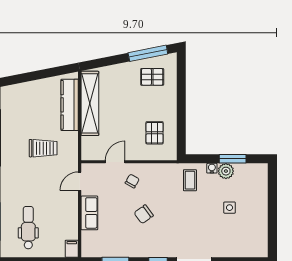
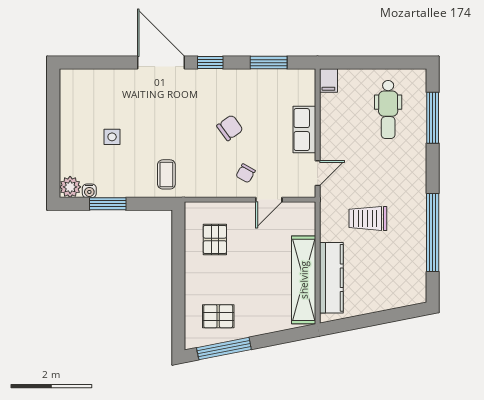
water cooler: (212, 168) -> (89, 191), moved
plant: (226, 171) -> (70, 187), moved

